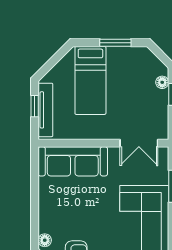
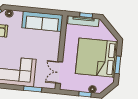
bed: (90, 80) -> (97, 58), width x2.04
sofa: (73, 161) -> (42, 21), moved, turned -90

